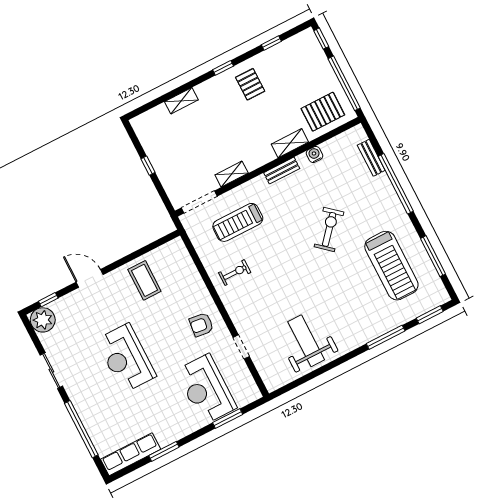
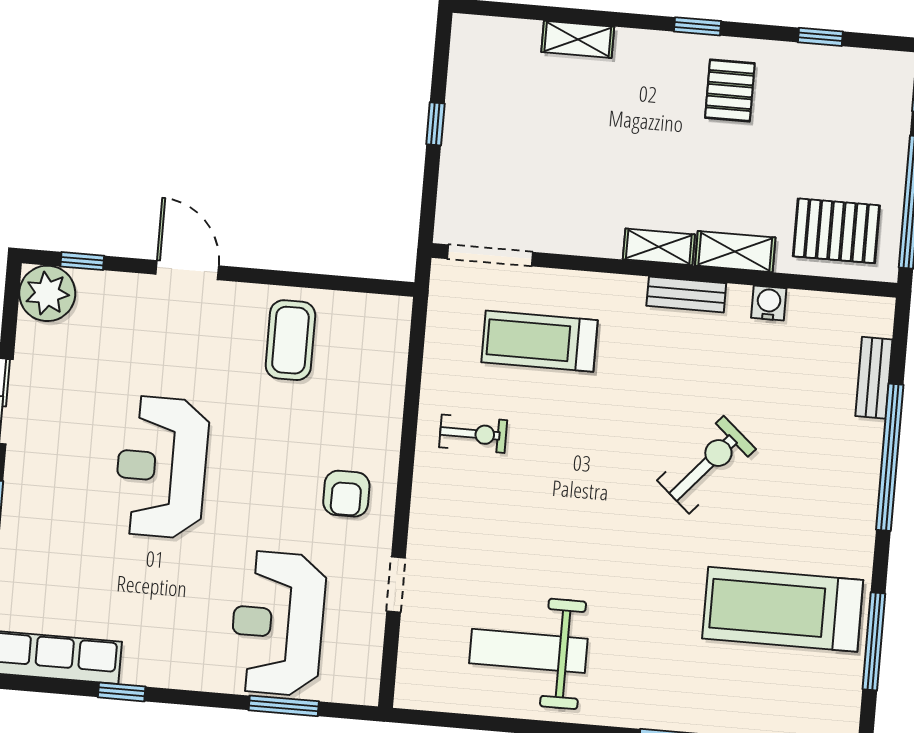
shelving: (232, 174) -> (659, 247), moved
treadmill: (391, 266) -> (783, 609), turned 90
armchair: (201, 325) -> (346, 494), turned -97
weight bench: (306, 341) -> (528, 651), turned -90
window: (164, 451) -> (122, 692), width x0.67

